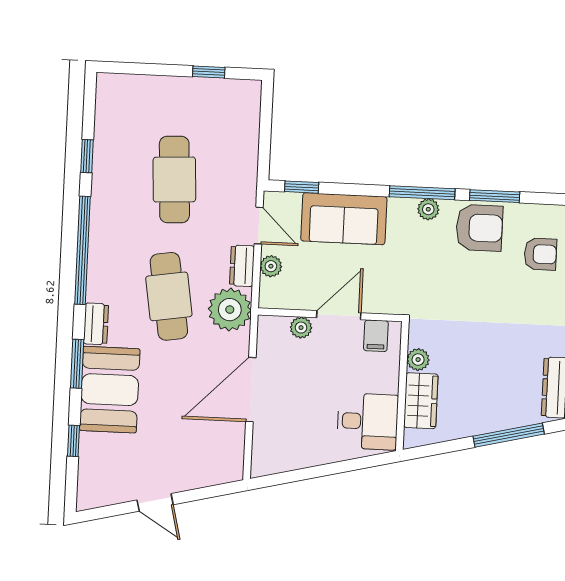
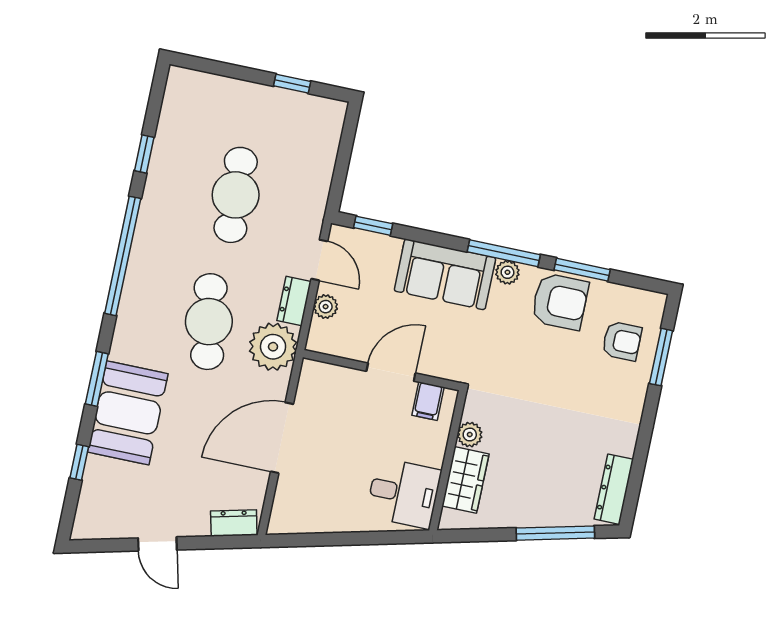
sofa: (344, 219) -> (445, 274), moved
dresser: (96, 324) -> (234, 523), moved, turned -103
plant: (301, 328) -> (348, 379), removed

